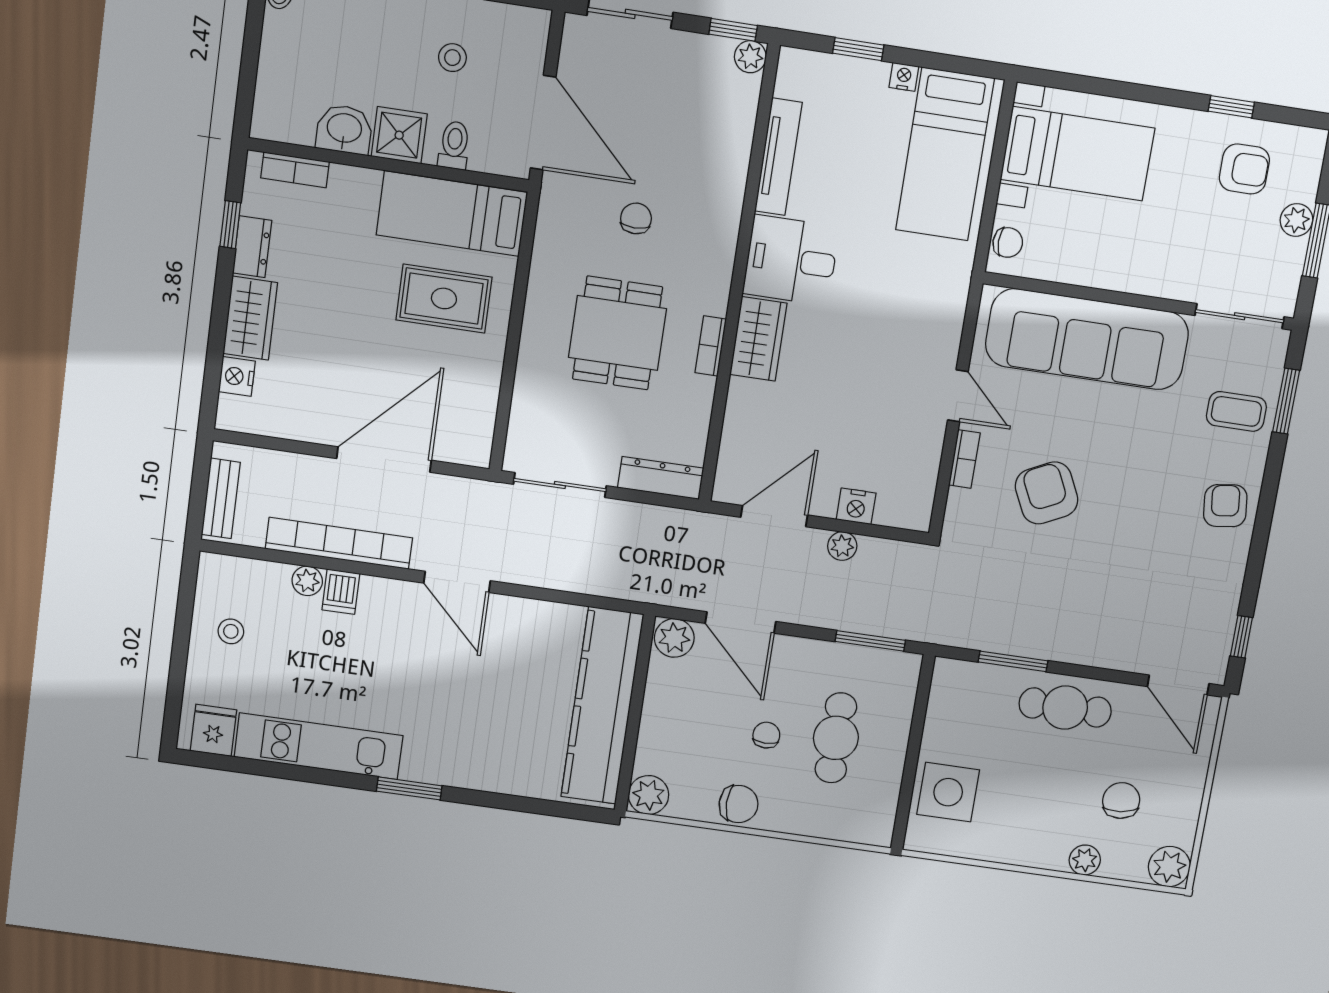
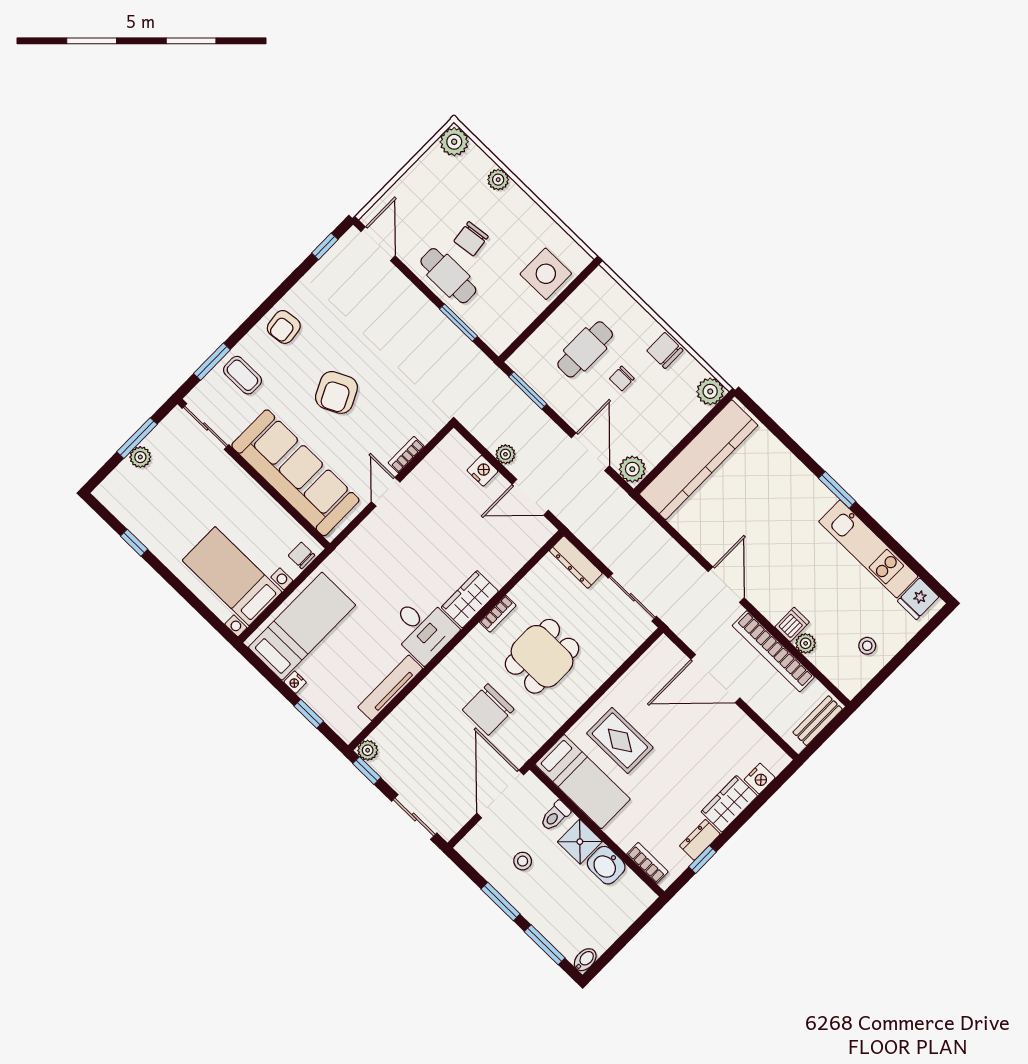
armchair: (1244, 169) -> (150, 504), removed
chair: (636, 218) -> (488, 710), width x1.87, depth x1.87
armchair: (1047, 493) -> (336, 392), moved
chair: (1121, 800) -> (471, 239), moved

